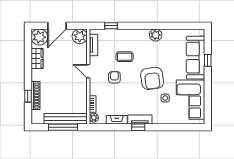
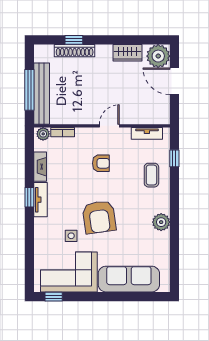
plant: (80, 36) -> (159, 114), removed
coffee table: (125, 57) -> (151, 175), moved
window: (208, 60) -> (54, 297), moved
armchair: (152, 78) -> (99, 217), turned -90

